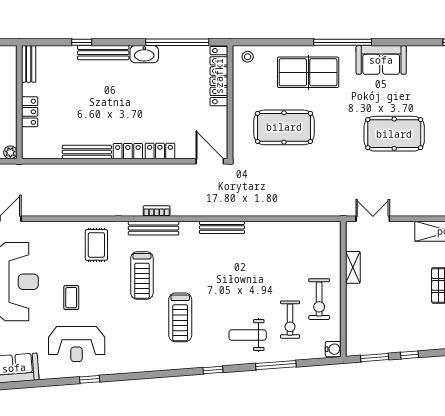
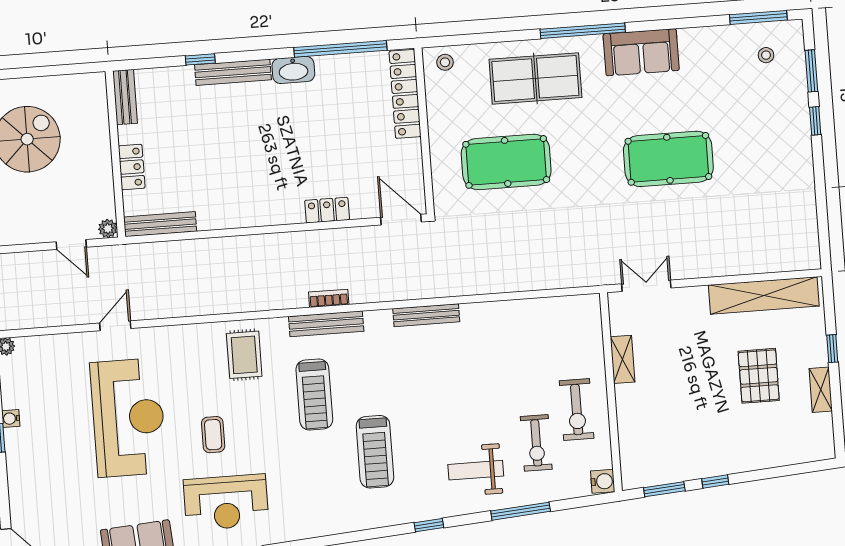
locker: (128, 151) -> (280, 214), removed
bench: (87, 152) -> (160, 224), moved

